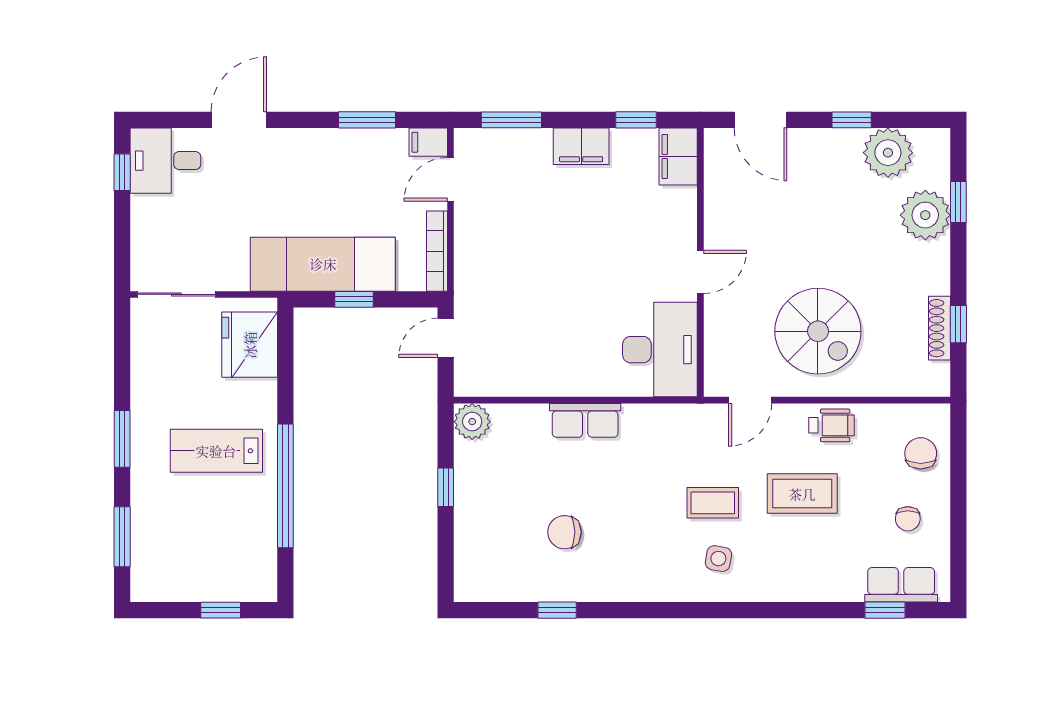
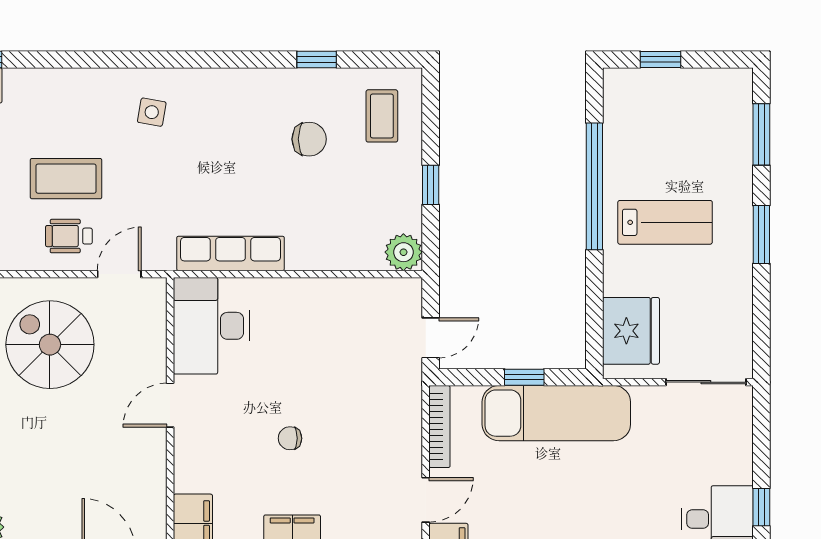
chair: (583, 240) -> (290, 438), added
row of seats: (585, 420) -> (230, 253), moved, width x1.48
wheelchair: (832, 425) -> (69, 236), moved
coffee table: (713, 503) -> (382, 116), moved, turned 90

